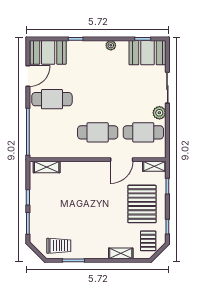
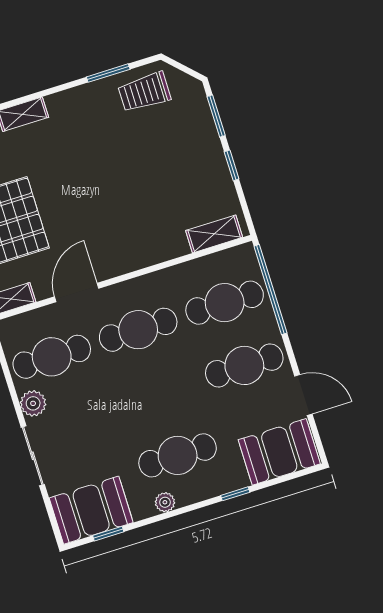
cafe table: (98, 66) -> (178, 455), added
door: (28, 76) -> (303, 395), swing flipped
cafe table: (52, 132) -> (225, 303), added

